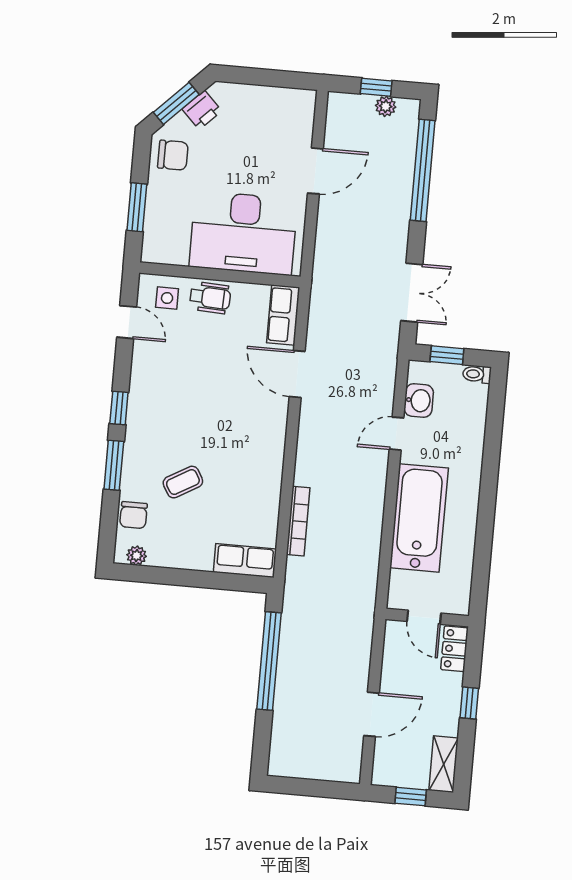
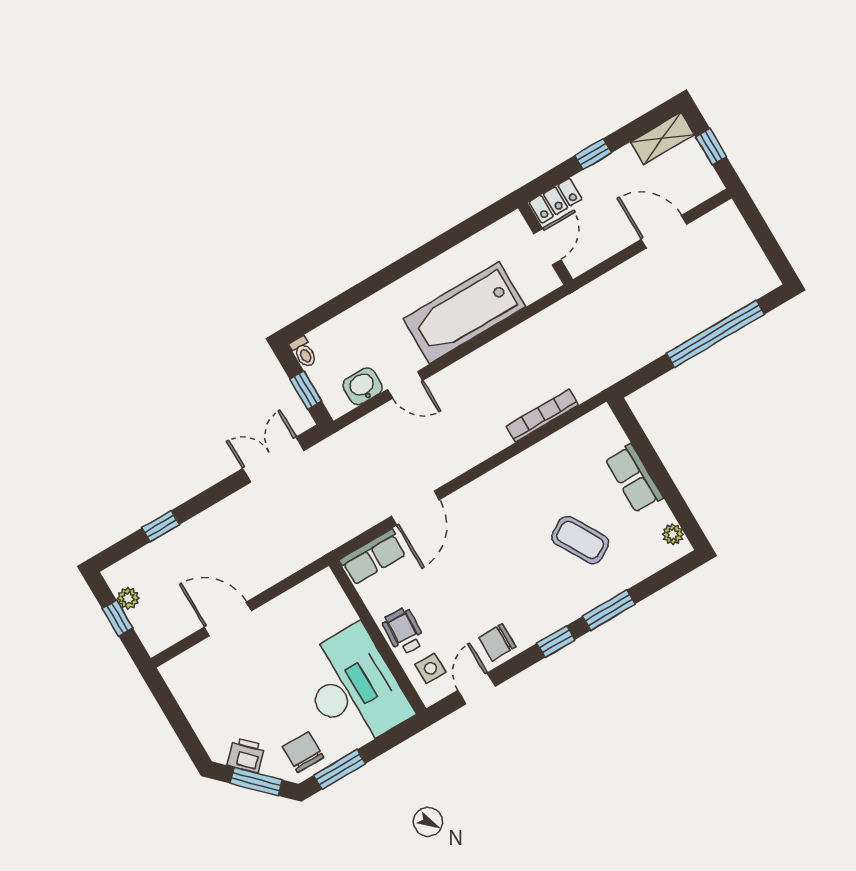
window: (423, 170) -> (161, 526), width x0.32
window: (137, 207) -> (339, 769), moved
desk: (243, 233) -> (353, 688), moved
coffee table: (183, 482) -> (580, 540), width x1.36, depth x1.30
chair: (134, 515) -> (497, 642), moved, turned 180
row of seats: (245, 561) -> (634, 478), moved
window: (269, 661) -> (715, 334), moved

